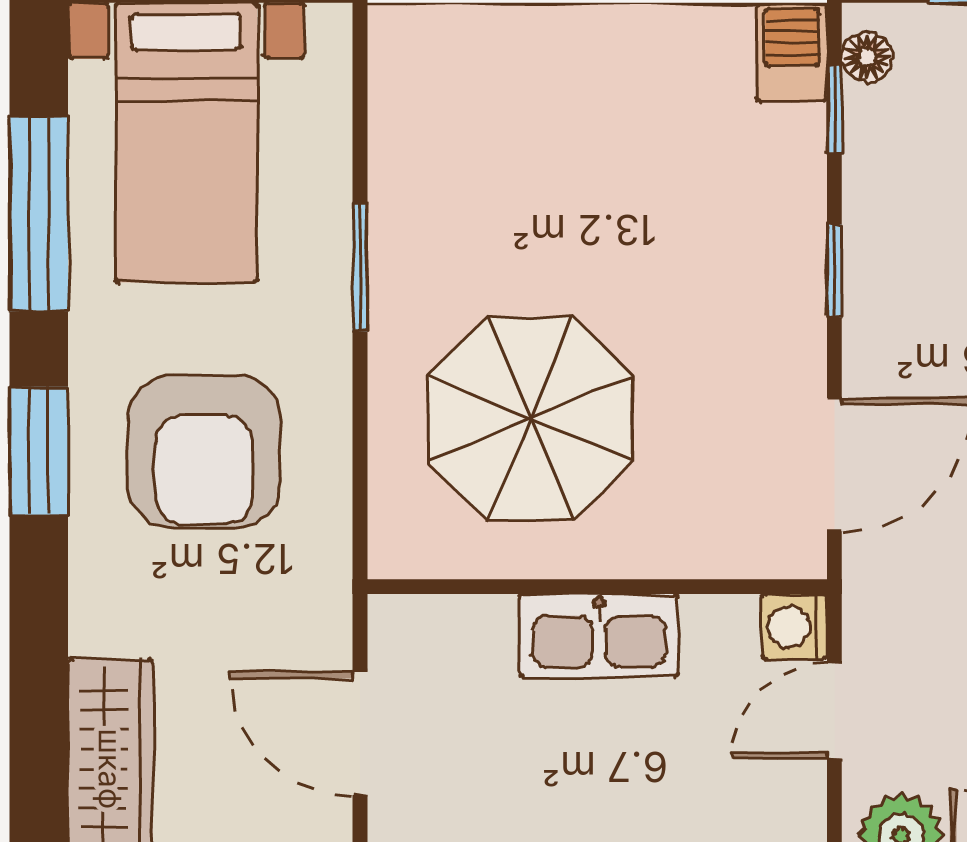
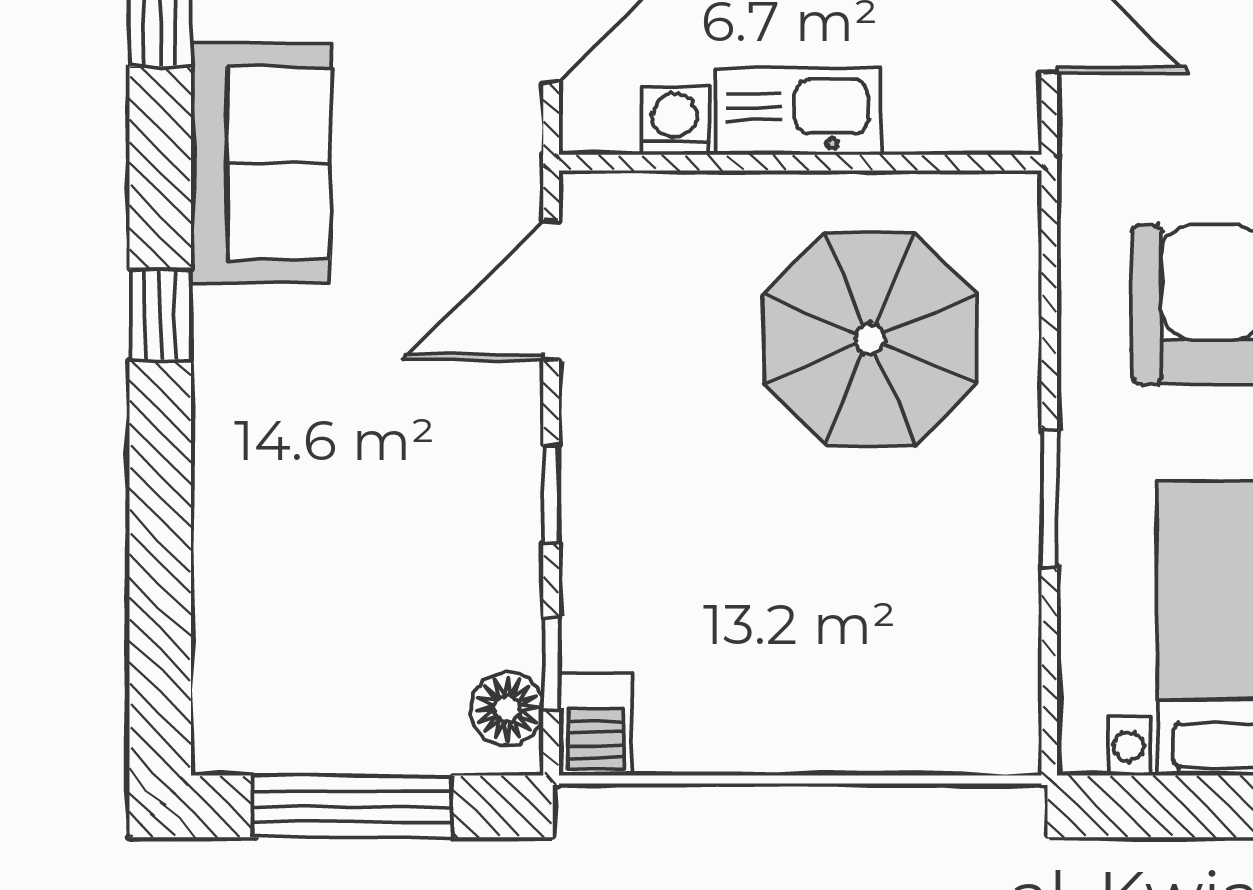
floor lamp: (867, 57) -> (507, 709), width x1.37, depth x1.37
washing machine: (794, 627) -> (675, 121), moved, turned -90

